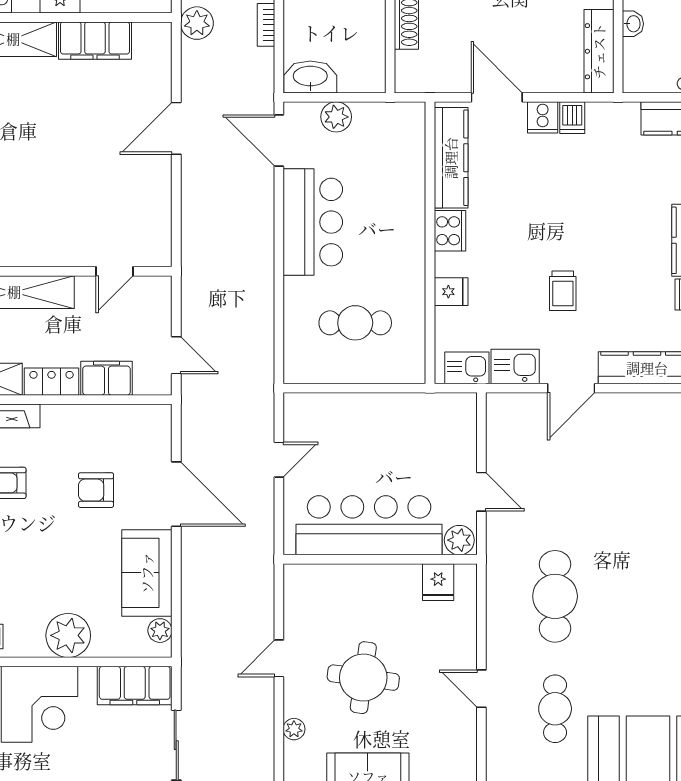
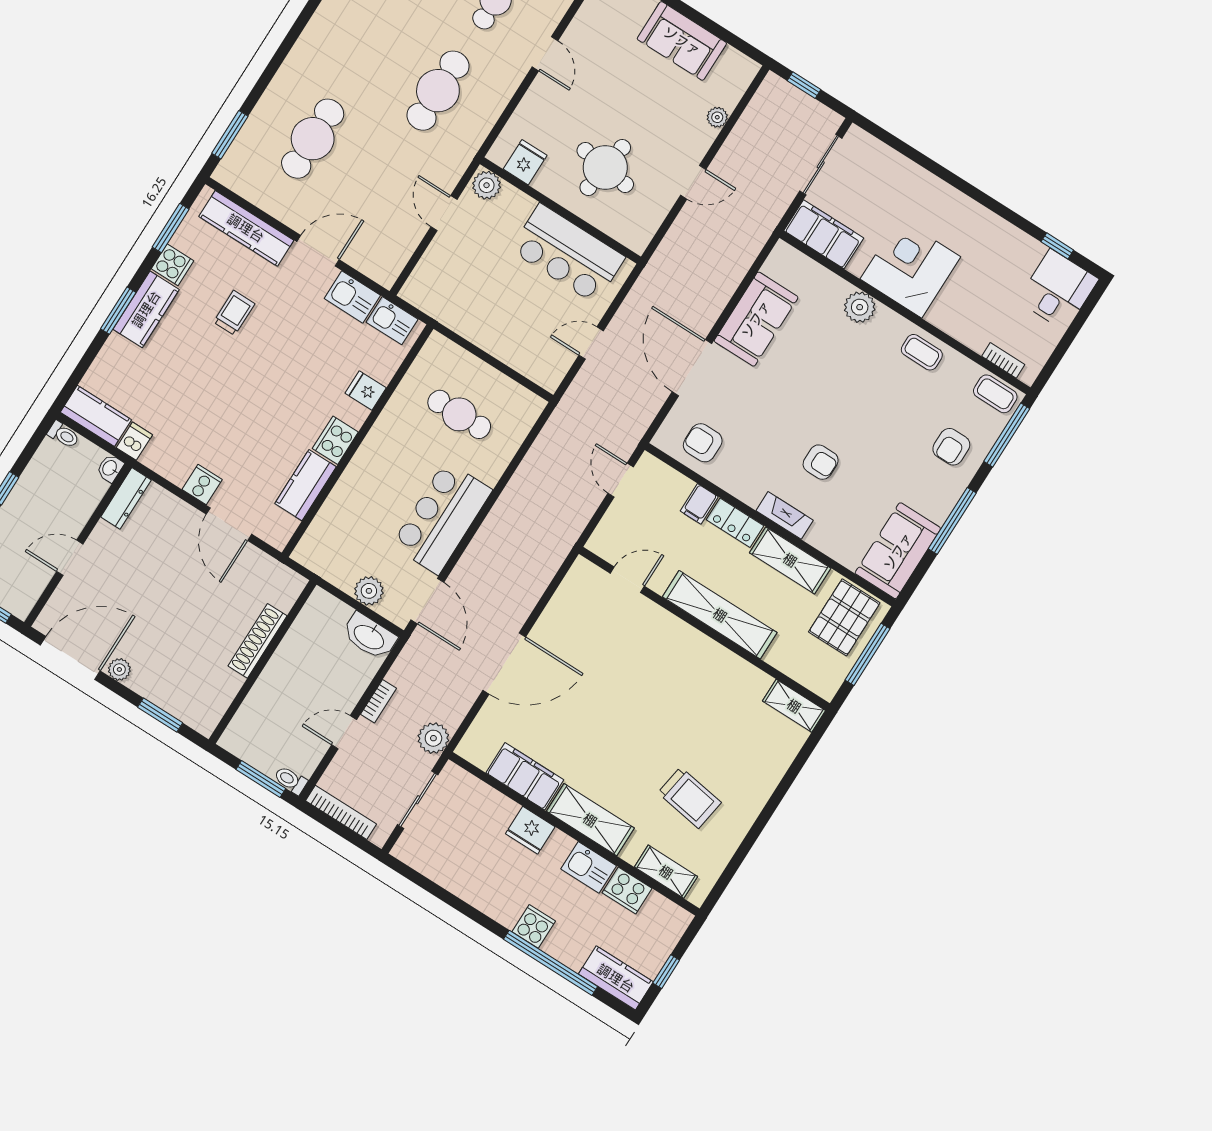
washbasin: (633, 24) -> (110, 468), moved
dresser: (599, 51) -> (126, 498), width x0.73, depth x0.80
dishwasher: (572, 118) -> (134, 441), moved
door: (176, 128) -> (504, 664), width x1.36
kitchen counter: (451, 158) -> (306, 485), width x0.67
trolley: (563, 291) -> (234, 313), moved
filing cabinet: (106, 378) -> (699, 504), width x0.50
cafe table: (639, 484) -> (313, 139), added
armchair: (96, 490) -> (703, 443), moved, turned 180
bar counter: (369, 525) -> (568, 254), width x0.73
plant: (160, 631) -> (775, 266), removed
plant: (68, 635) -> (860, 307), width x0.73, depth x0.73
round table: (363, 678) -> (605, 167), moved

